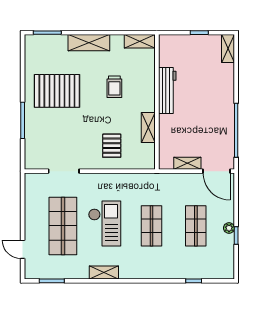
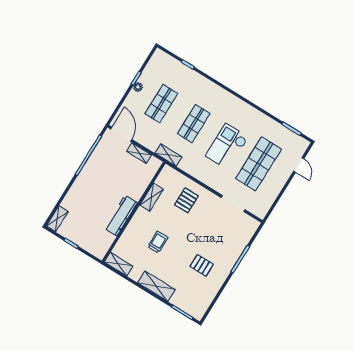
pallet: (57, 91) -> (202, 265), width x0.49, depth x0.50
shelving: (104, 273) -> (168, 155), moved

